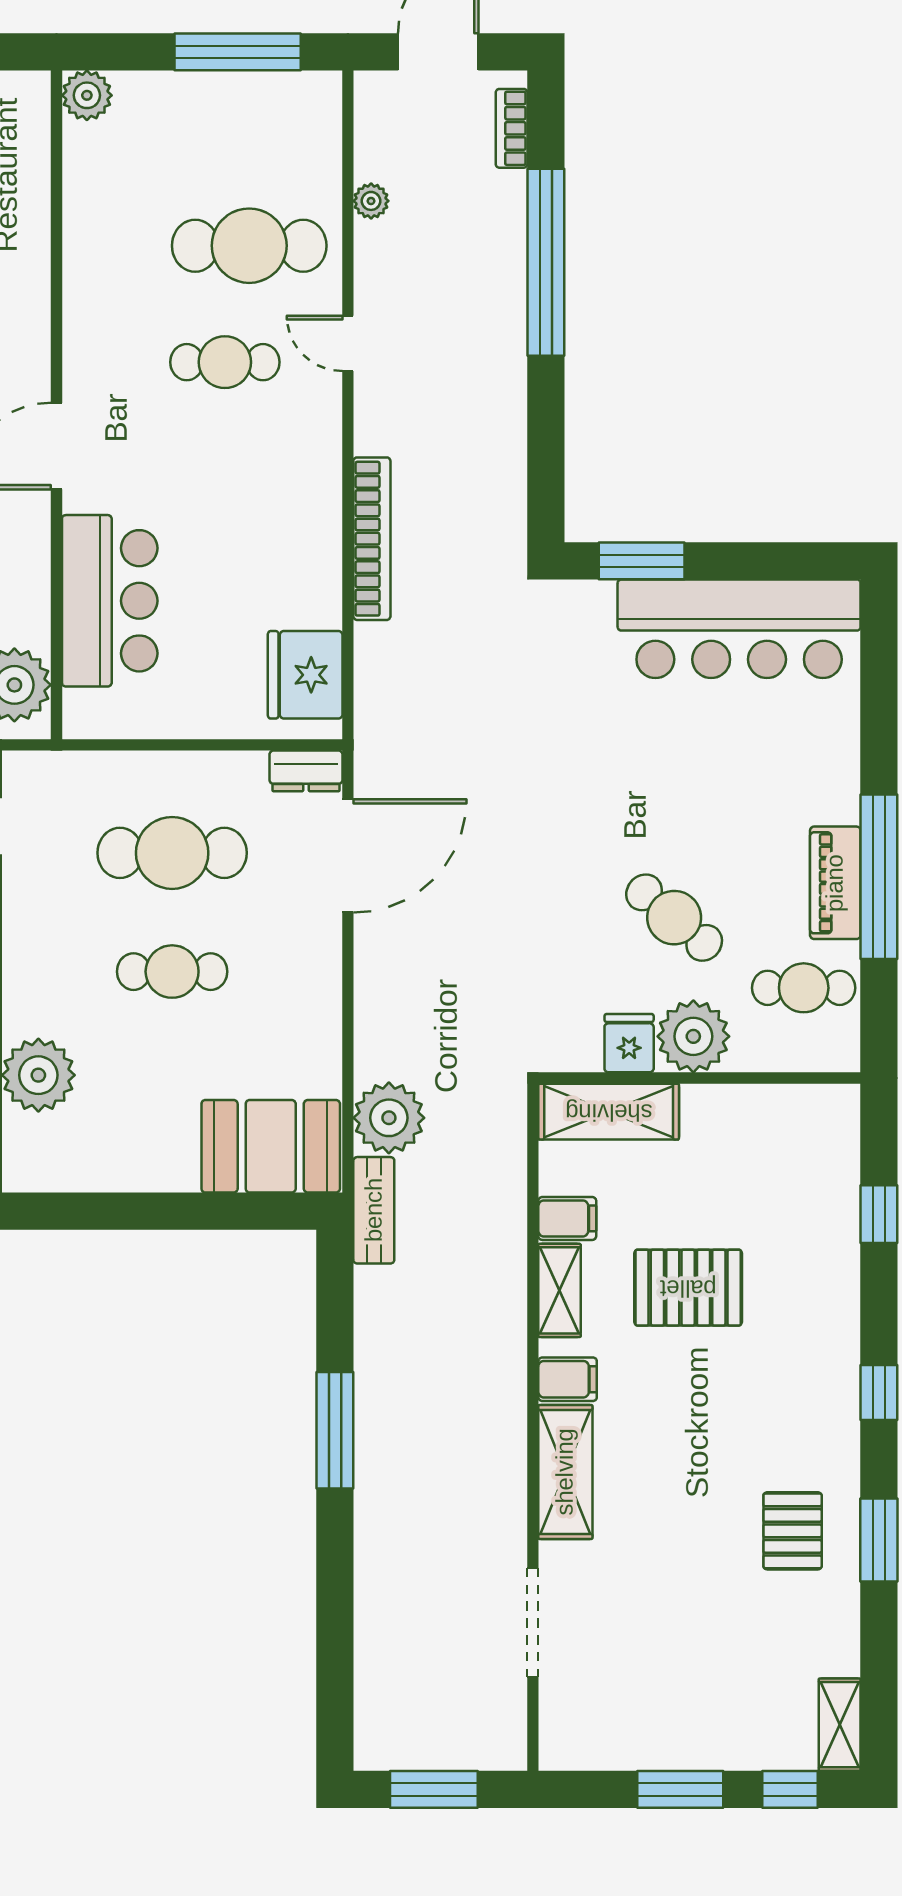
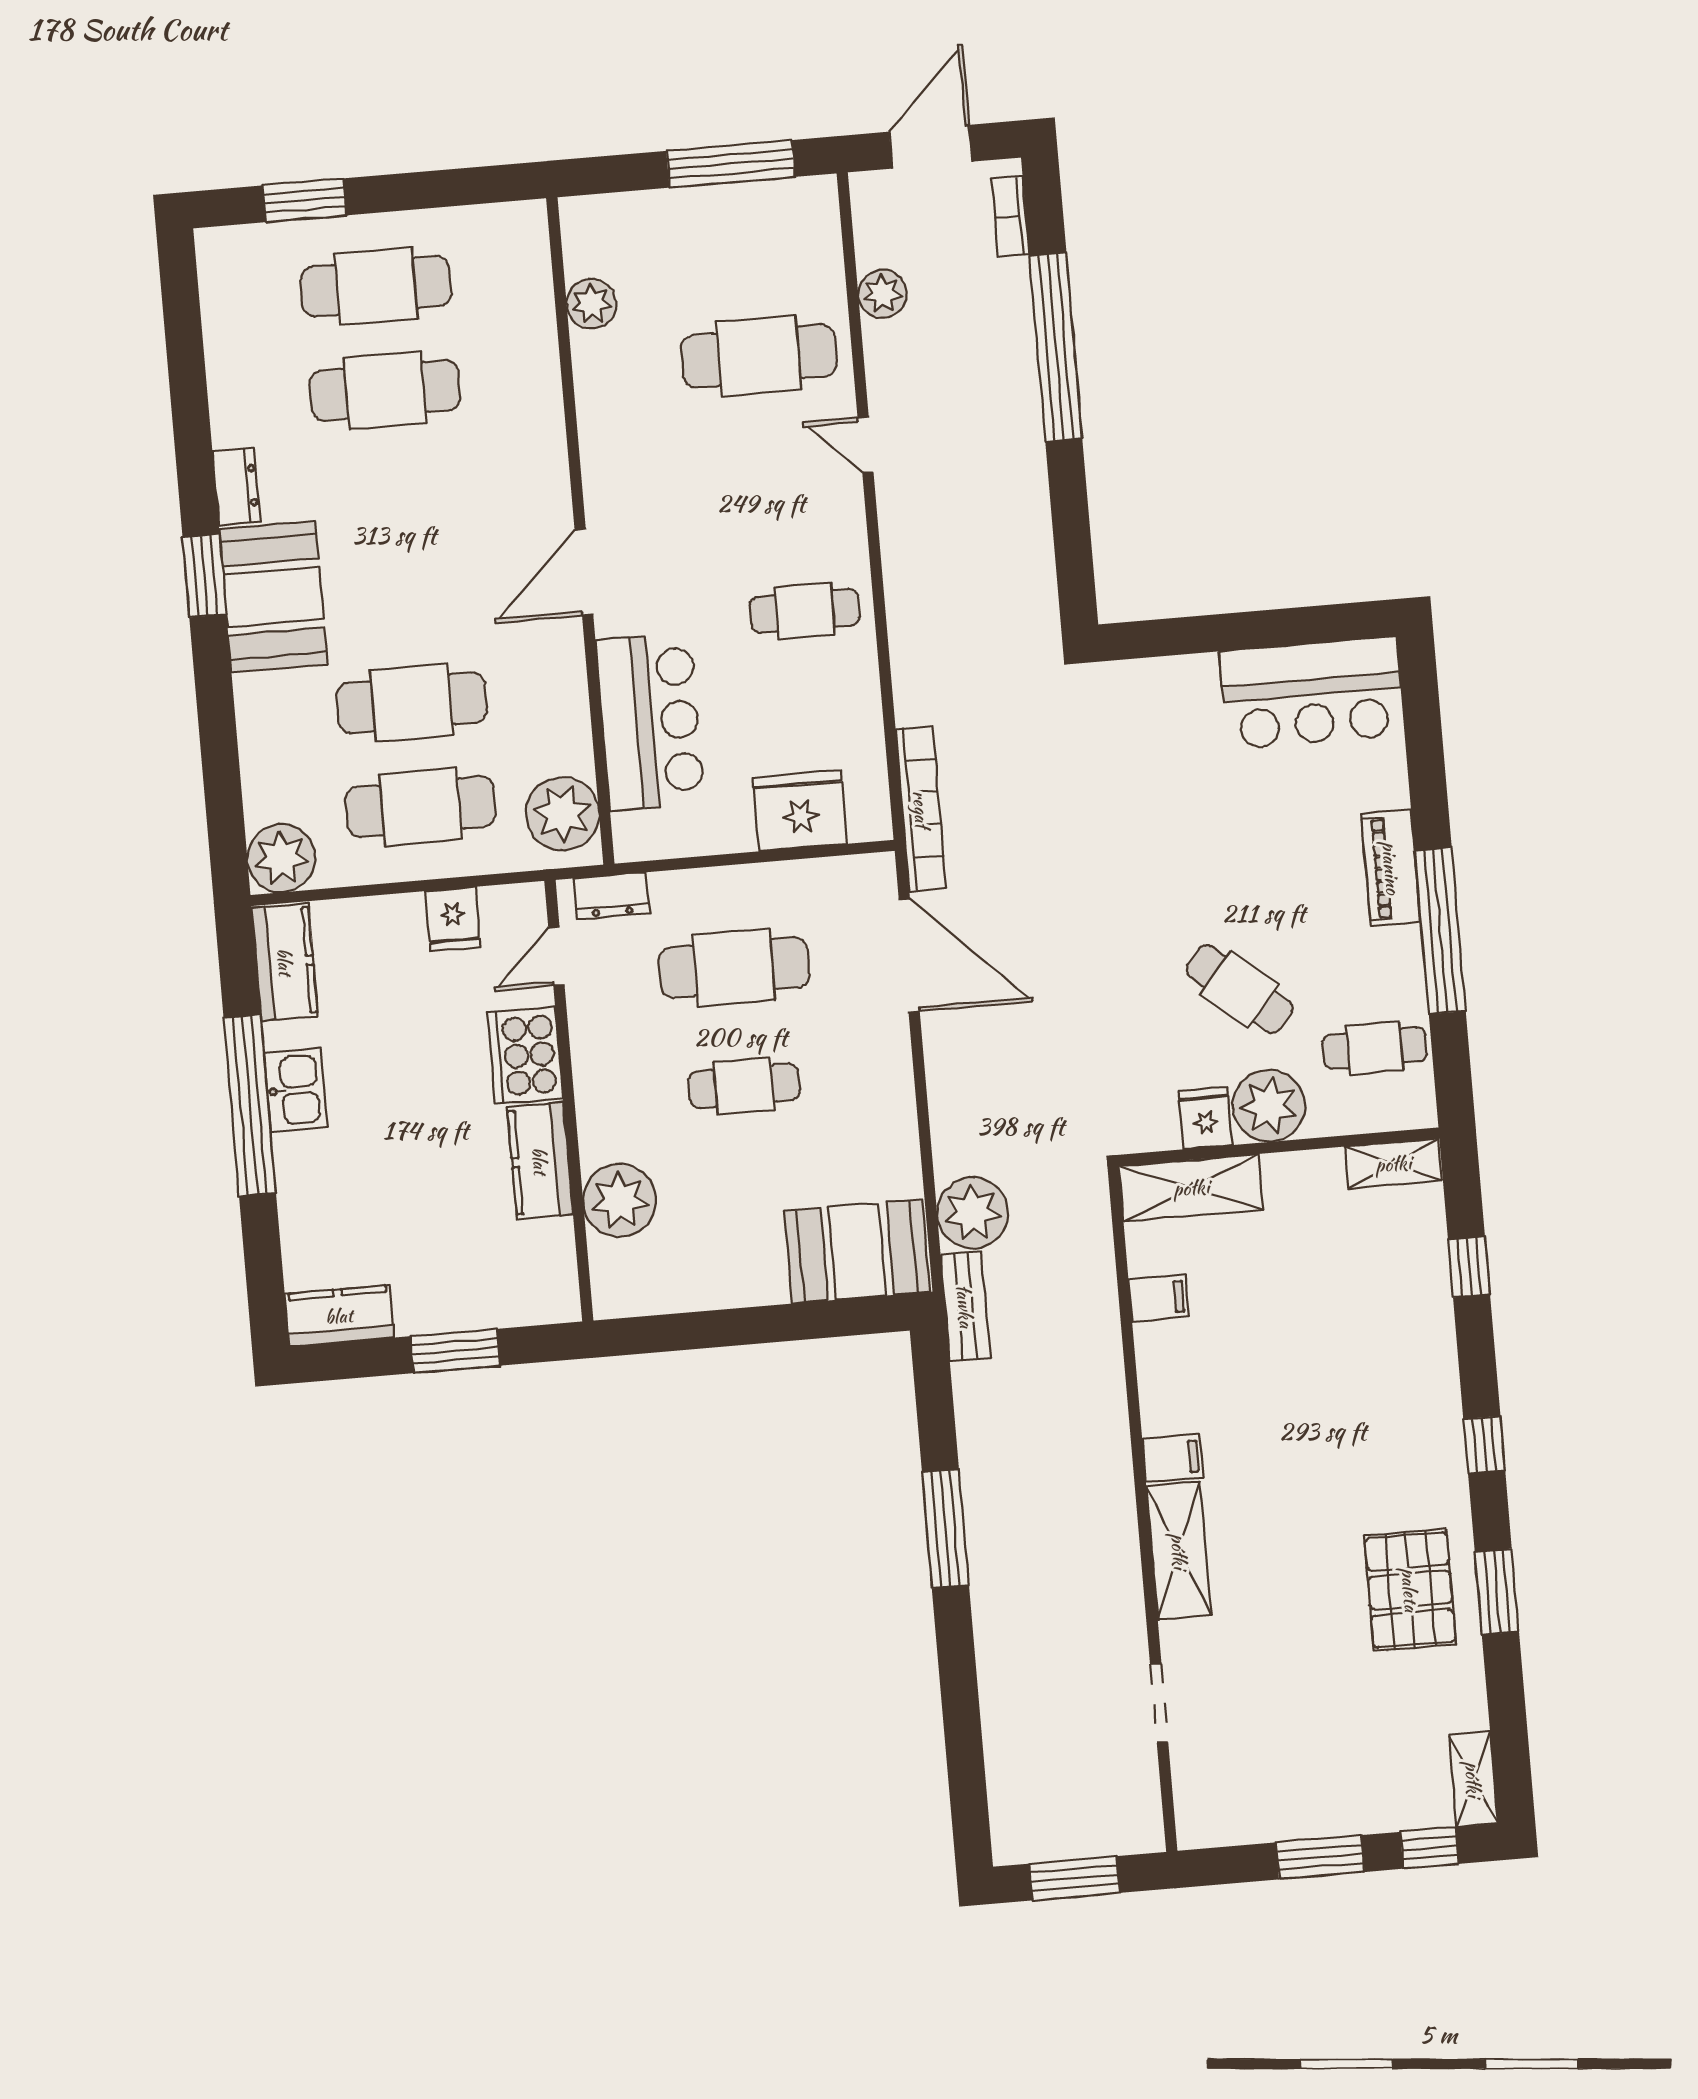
plant: (87, 95) -> (591, 304), moved
plant: (371, 201) -> (882, 294), width x1.38, depth x1.38
cafe table: (225, 362) -> (805, 611), moved
bookcase: (372, 539) -> (921, 809), moved
window: (642, 561) -> (1177, 636), removed
bar counter: (739, 629) -> (1312, 693), width x0.73
fridge: (305, 675) -> (800, 811), moved, turned 90
dresser: (306, 771) -> (611, 896), moved
door: (348, 856) -> (909, 955), hinge flipped
piano: (835, 883) -> (1391, 868), moved
pallet: (688, 1288) -> (1285, 1357), removed
shelving: (560, 1290) -> (1393, 1164), moved, turned 90
pallet: (793, 1531) -> (1410, 1590), width x1.50, depth x1.42
doorway: (533, 1622) -> (1159, 1703), width x0.73

